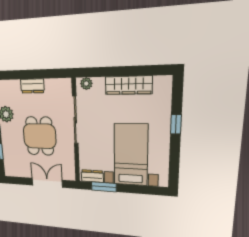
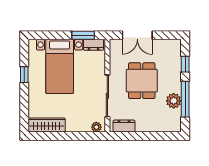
wardrobe: (128, 85) -> (47, 125), moved
dresser: (32, 86) -> (124, 126), moved
window: (176, 124) -> (24, 75), moved

